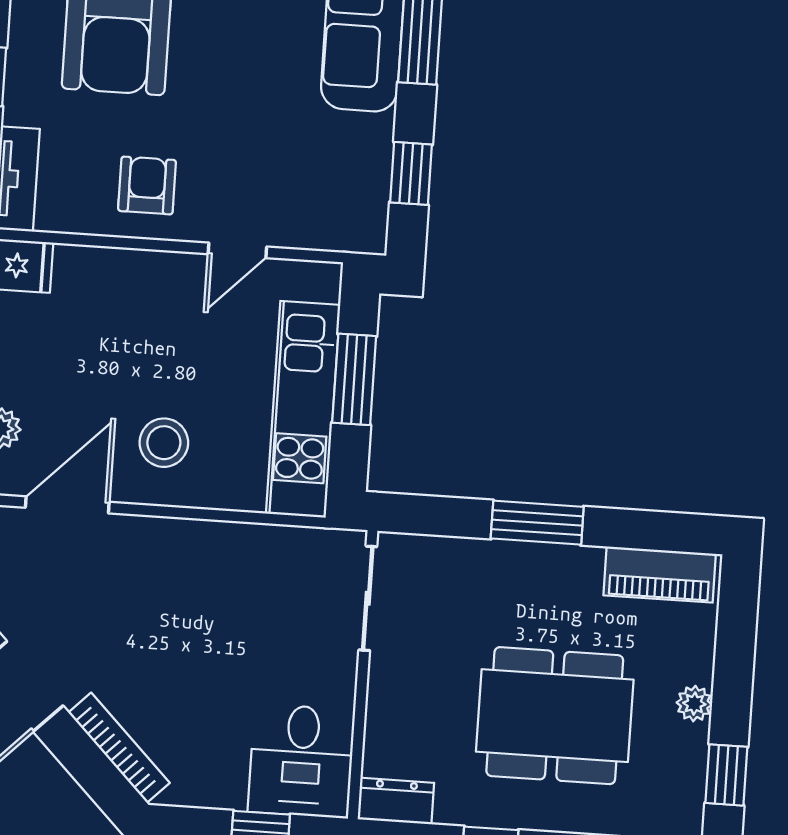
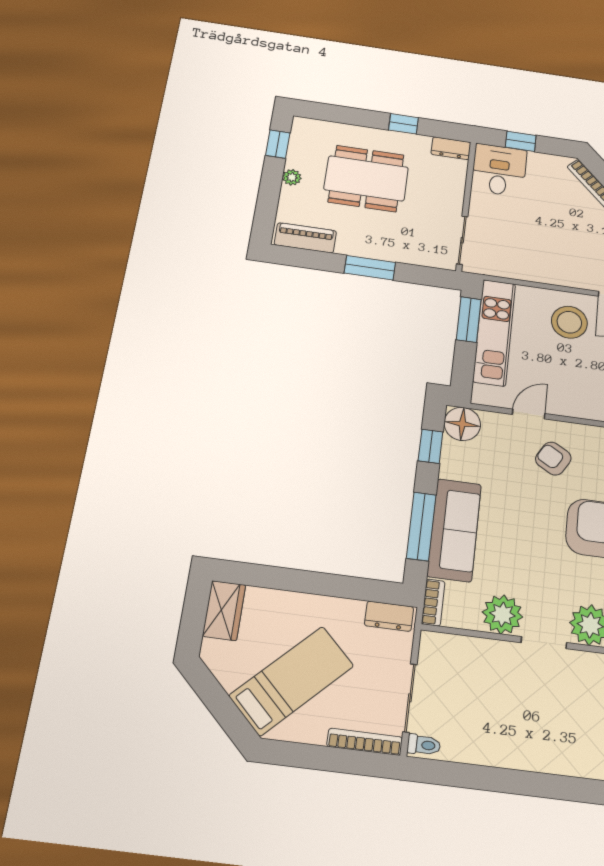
armchair: (147, 185) -> (553, 459), moved, turned 120
floor lamp: (356, 221) -> (462, 424), added
window: (354, 379) -> (469, 320), moved
stool: (164, 443) -> (569, 322), width x1.38, depth x1.38

